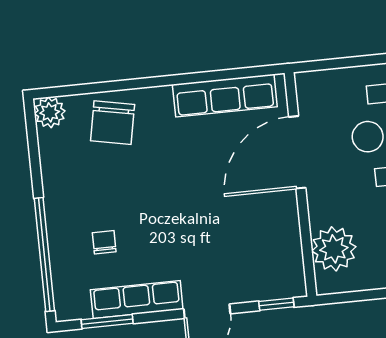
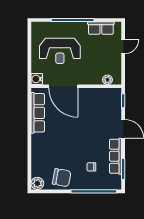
water cooler: (309, 84) -> (37, 79), added
chair: (113, 123) -> (62, 178), moved
plant: (334, 249) -> (107, 80), width x0.53, depth x0.53

